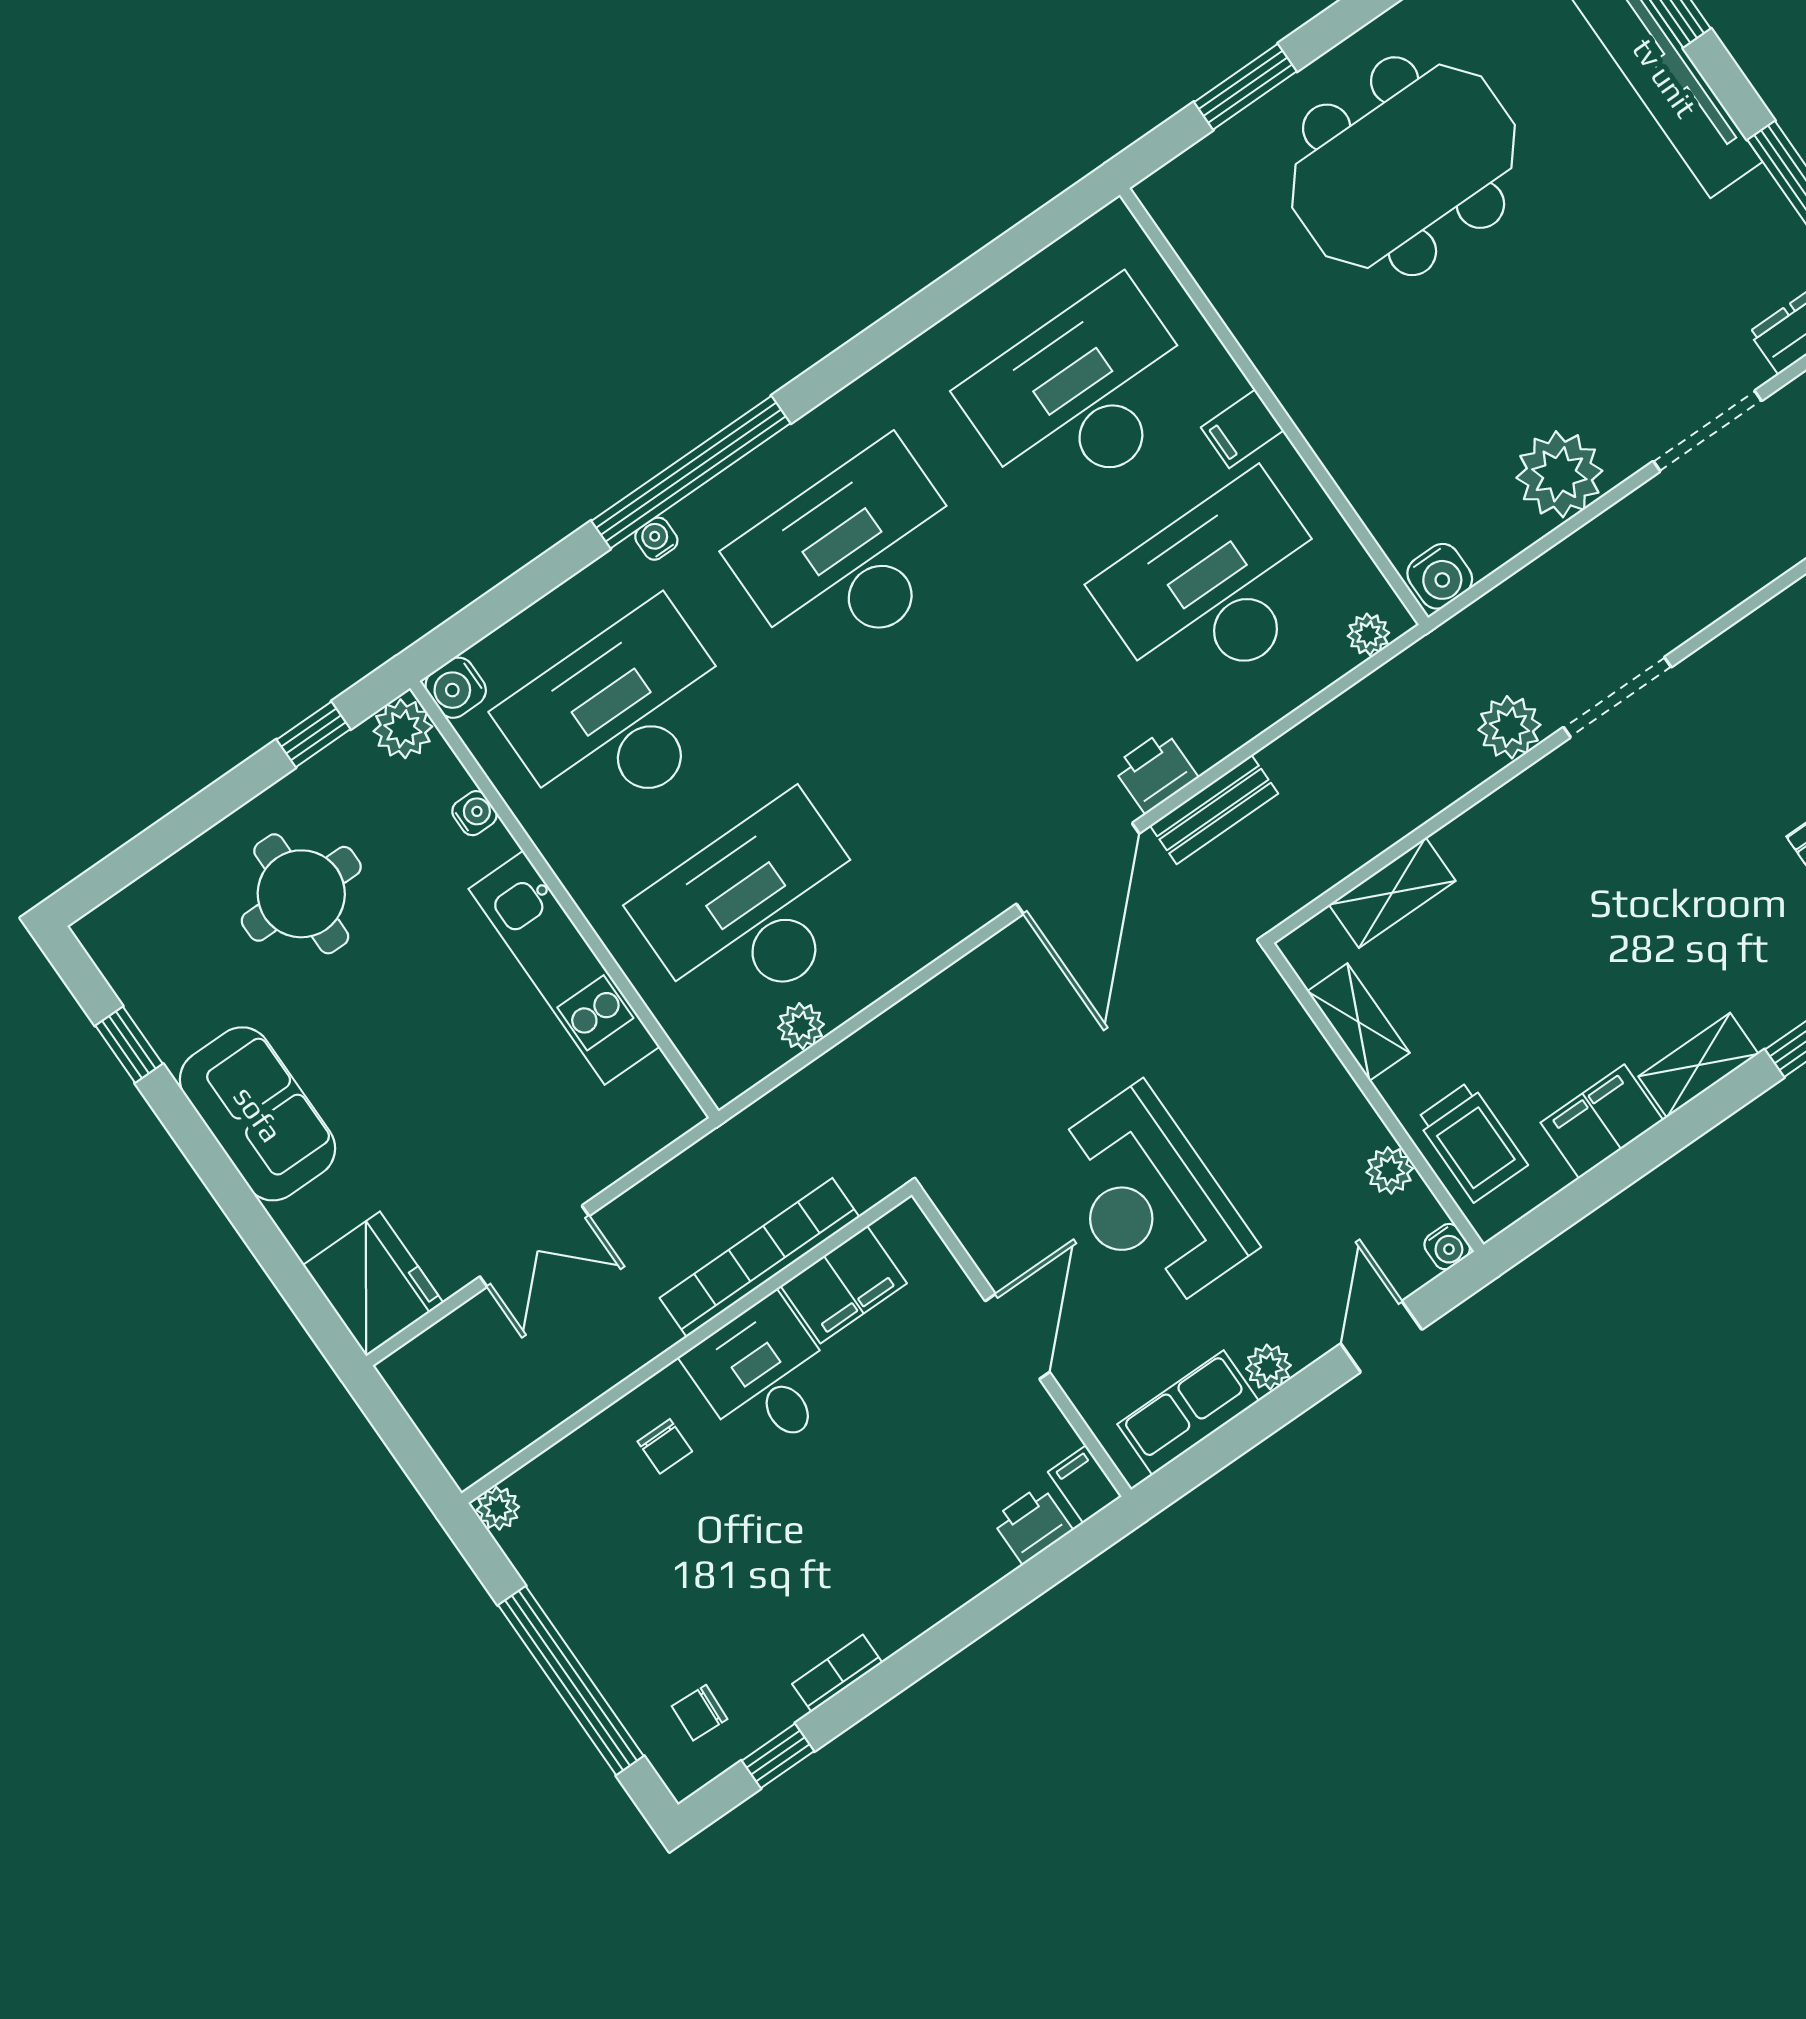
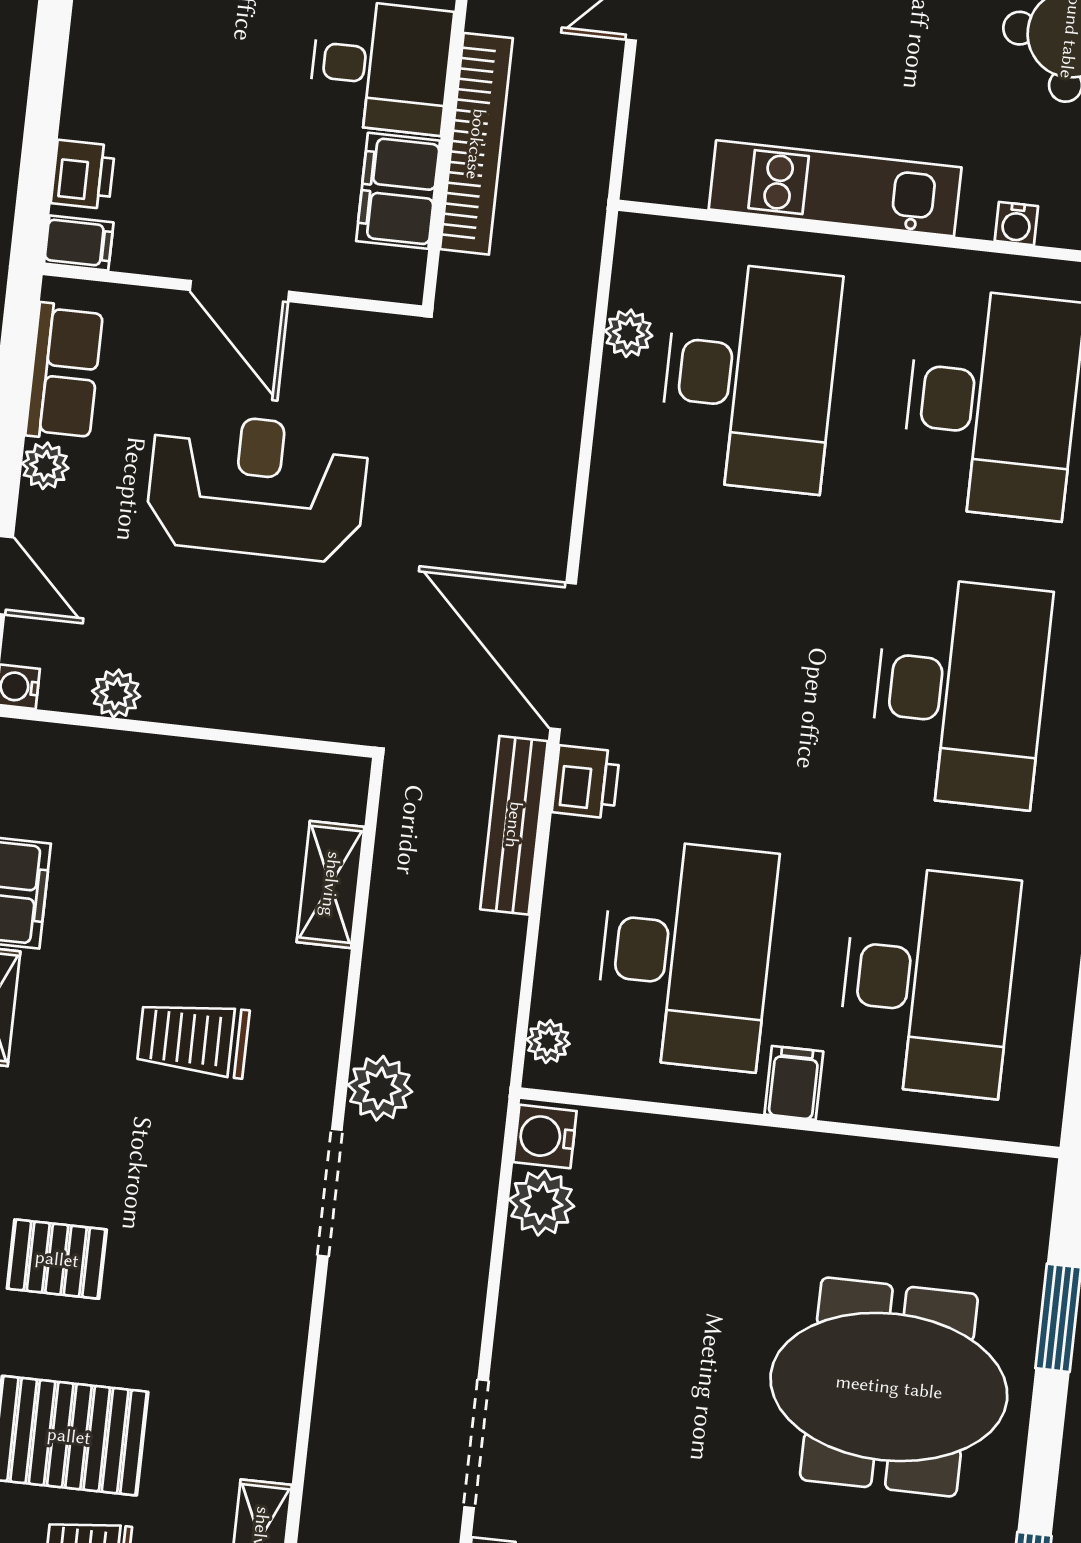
meeting table: (1404, 166) -> (889, 1387), turned 90
plant: (1559, 474) -> (542, 1203), moved, width x0.73, depth x0.73
bench: (1214, 810) -> (514, 825), width x1.36
shelving: (1358, 1022) -> (253, 770), removed
trolley: (1472, 1142) -> (193, 1039), moved

